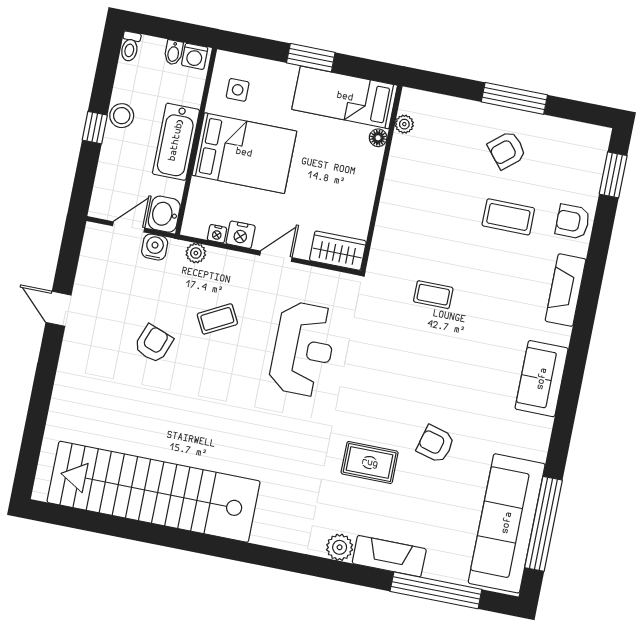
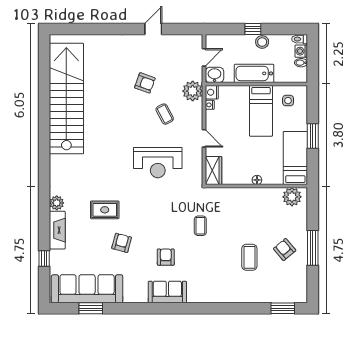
washing machine: (195, 56) -> (301, 51), moved
plant: (404, 124) -> (292, 197), width x1.88, depth x1.88
floor lamp: (378, 138) -> (257, 180), moved
bed: (244, 153) -> (261, 111), width x0.67
armchair: (573, 222) -> (166, 257), moved
door: (129, 227) -> (204, 57), hinge flipped
nightstand: (241, 235) -> (212, 92), moved
water cooler: (155, 247) -> (196, 73), removed
plant: (196, 253) -> (193, 91), width x1.87, depth x1.87
fireplace: (566, 290) -> (217, 295), removed
rug: (370, 463) -> (105, 210), turned 90
window: (543, 524) -> (91, 308), width x0.47
window: (436, 590) -> (44, 258), width x0.32

